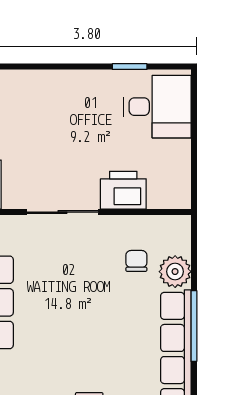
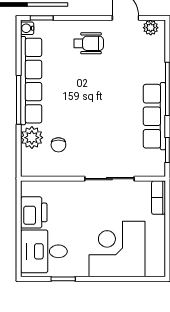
corner desk: (52, 110) -> (117, 249), added
printer: (123, 190) -> (34, 212), moved, turned -90

